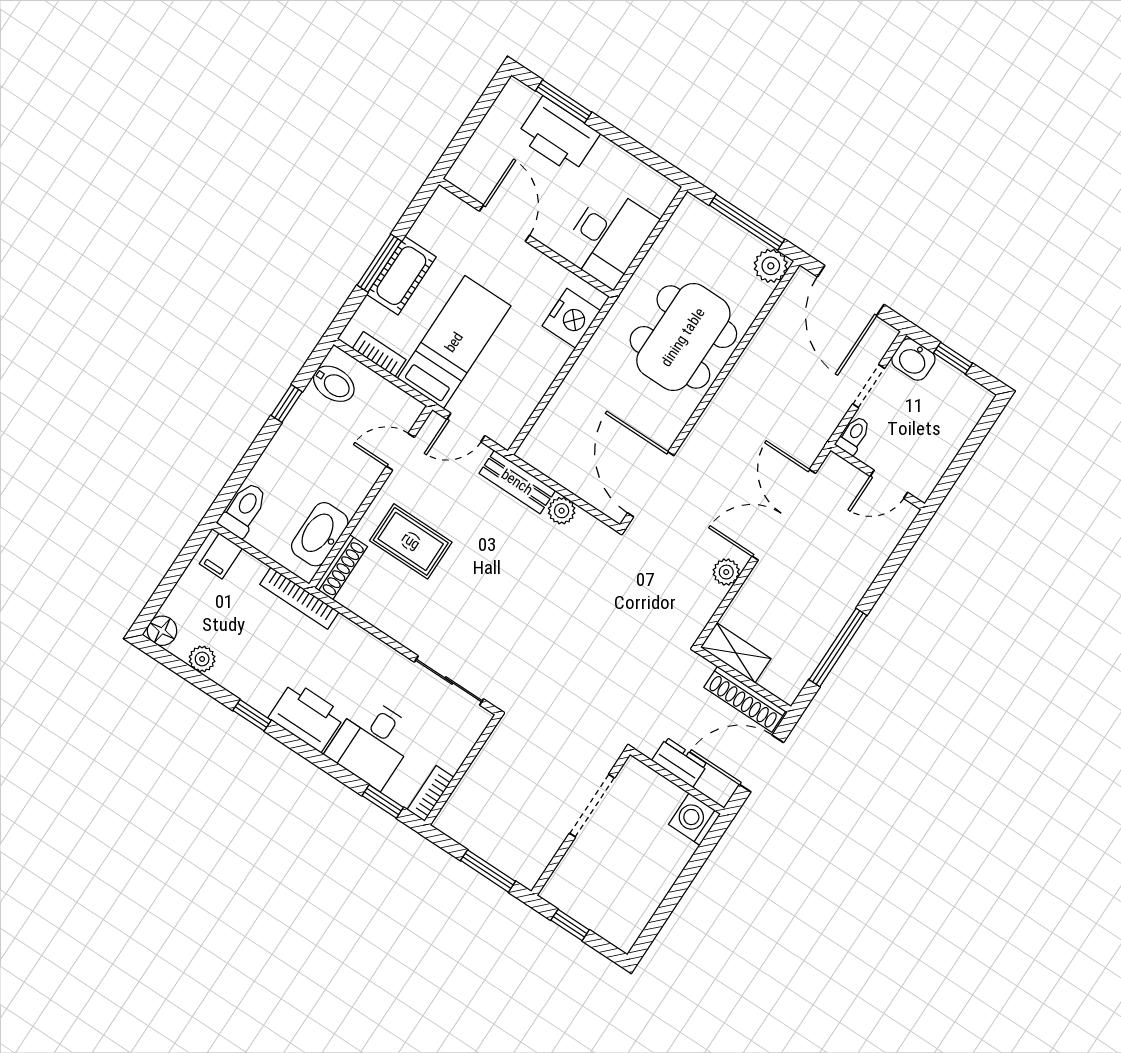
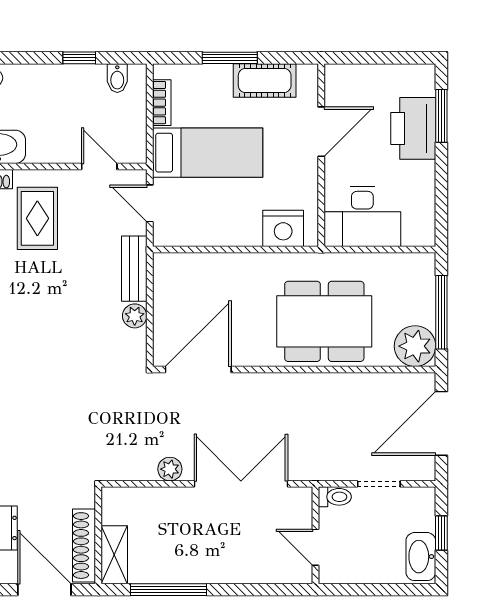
plant: (771, 266) -> (415, 346), width x1.36, depth x1.36
cot: (401, 276) -> (265, 81), moved
washbasin: (913, 359) -> (421, 557), moved, width x1.38
bidet: (334, 384) -> (117, 78), width x0.72, depth x0.74
shelving: (736, 653) -> (114, 555), moved

